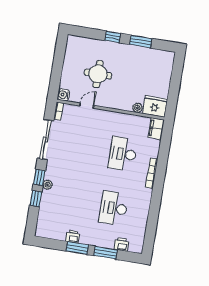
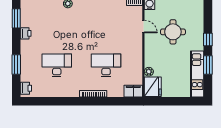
kitchen unit: (149, 55) -> (197, 74), added
printer: (121, 244) -> (26, 88), moved
window: (77, 248) -> (16, 18), moved

